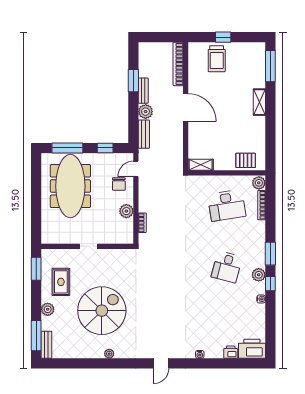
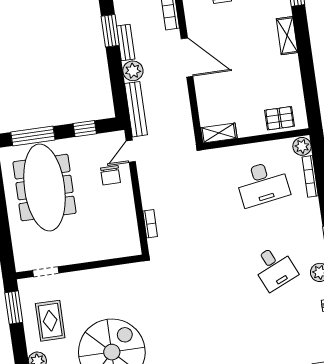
bench: (144, 134) -> (136, 109), width x1.36
plant: (126, 211) -> (126, 211), removed
doorway: (89, 246) -> (46, 272), moved
desk: (227, 267) -> (274, 268), turned -39

